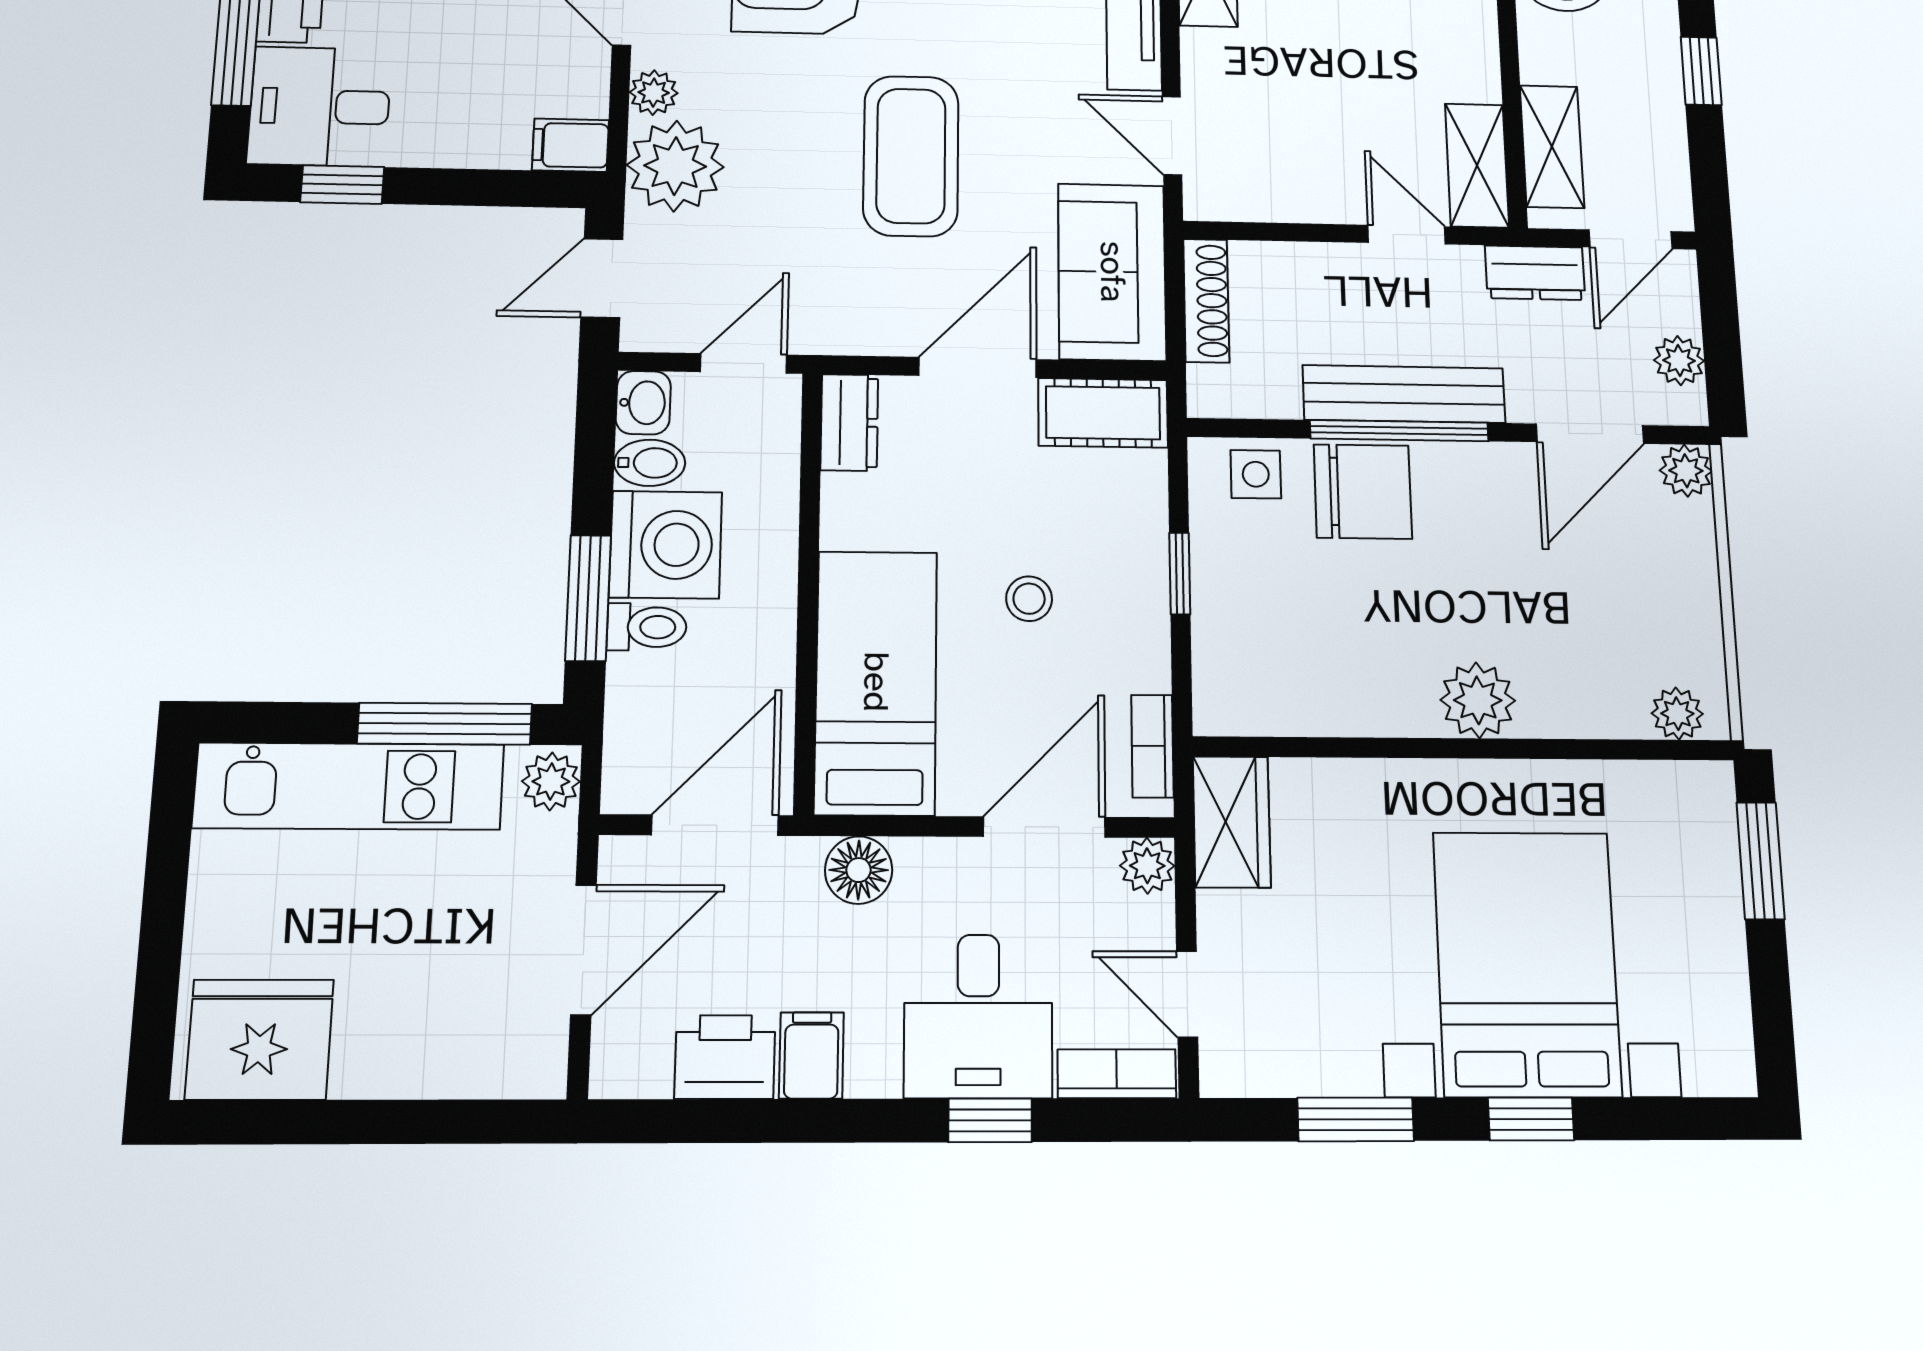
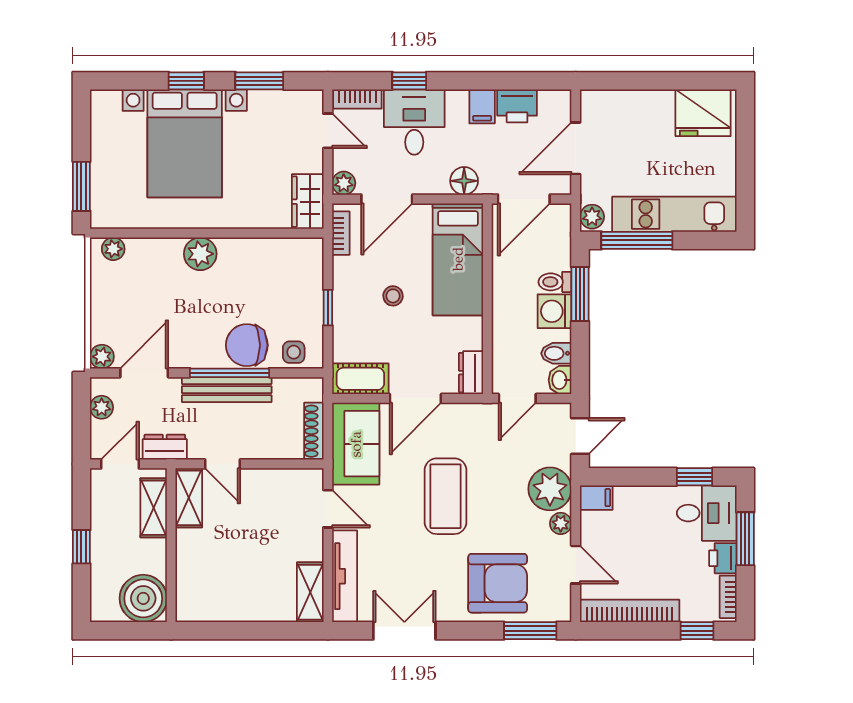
washing machine: (666, 545) -> (555, 311), width x0.73, depth x0.73

